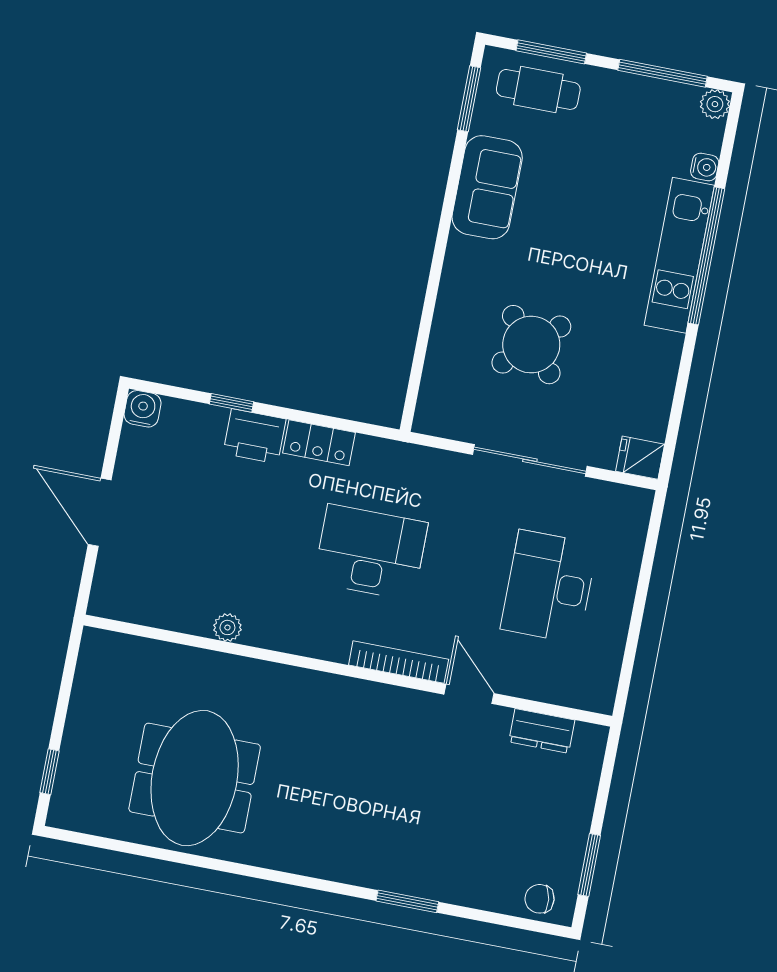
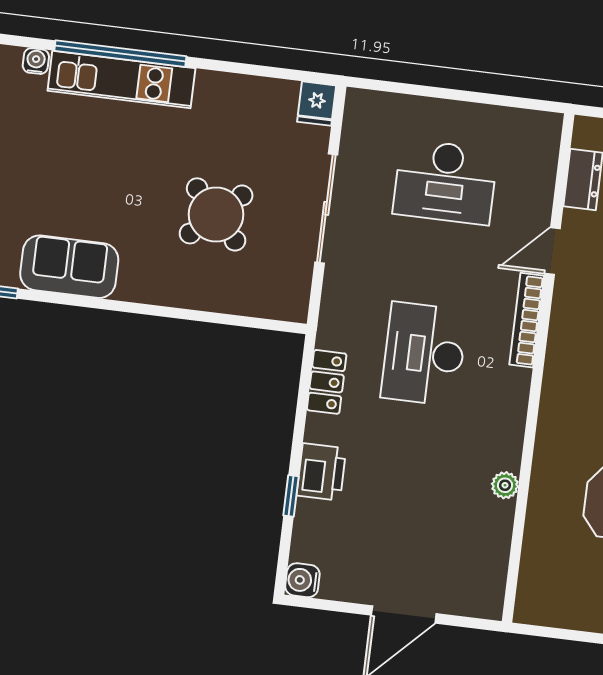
locker: (319, 443) -> (327, 382), moved

